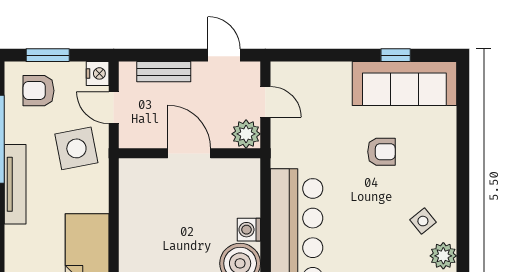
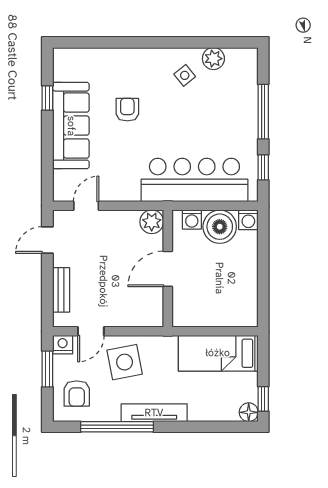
window: (48, 55) -> (47, 369), moved
sofa: (404, 84) -> (71, 126), moved
plant: (246, 134) -> (152, 222), moved
door: (189, 153) -> (168, 269), moved
wall: (190, 153) -> (168, 269), moved

